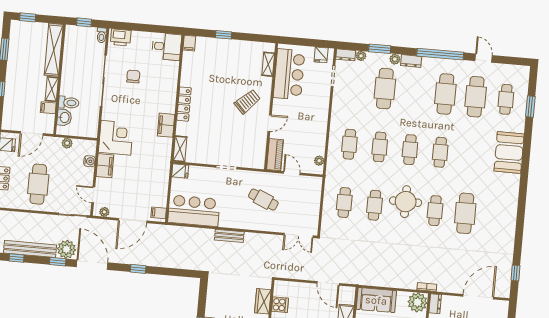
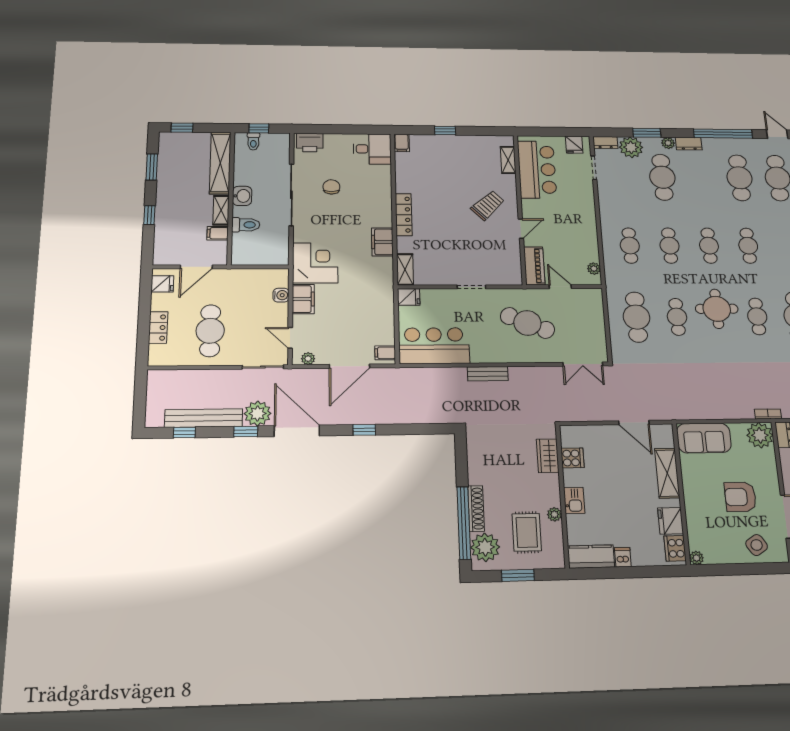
toilet: (102, 35) -> (253, 141), moved
plant: (361, 56) -> (631, 147), width x1.88, depth x1.88
washbasin: (64, 117) -> (242, 196), moved
plant: (67, 143) -> (247, 275), removed
cafe table: (263, 200) -> (527, 323), width x1.37, depth x1.35
cafe table: (344, 203) -> (636, 317), width x1.37, depth x1.35

